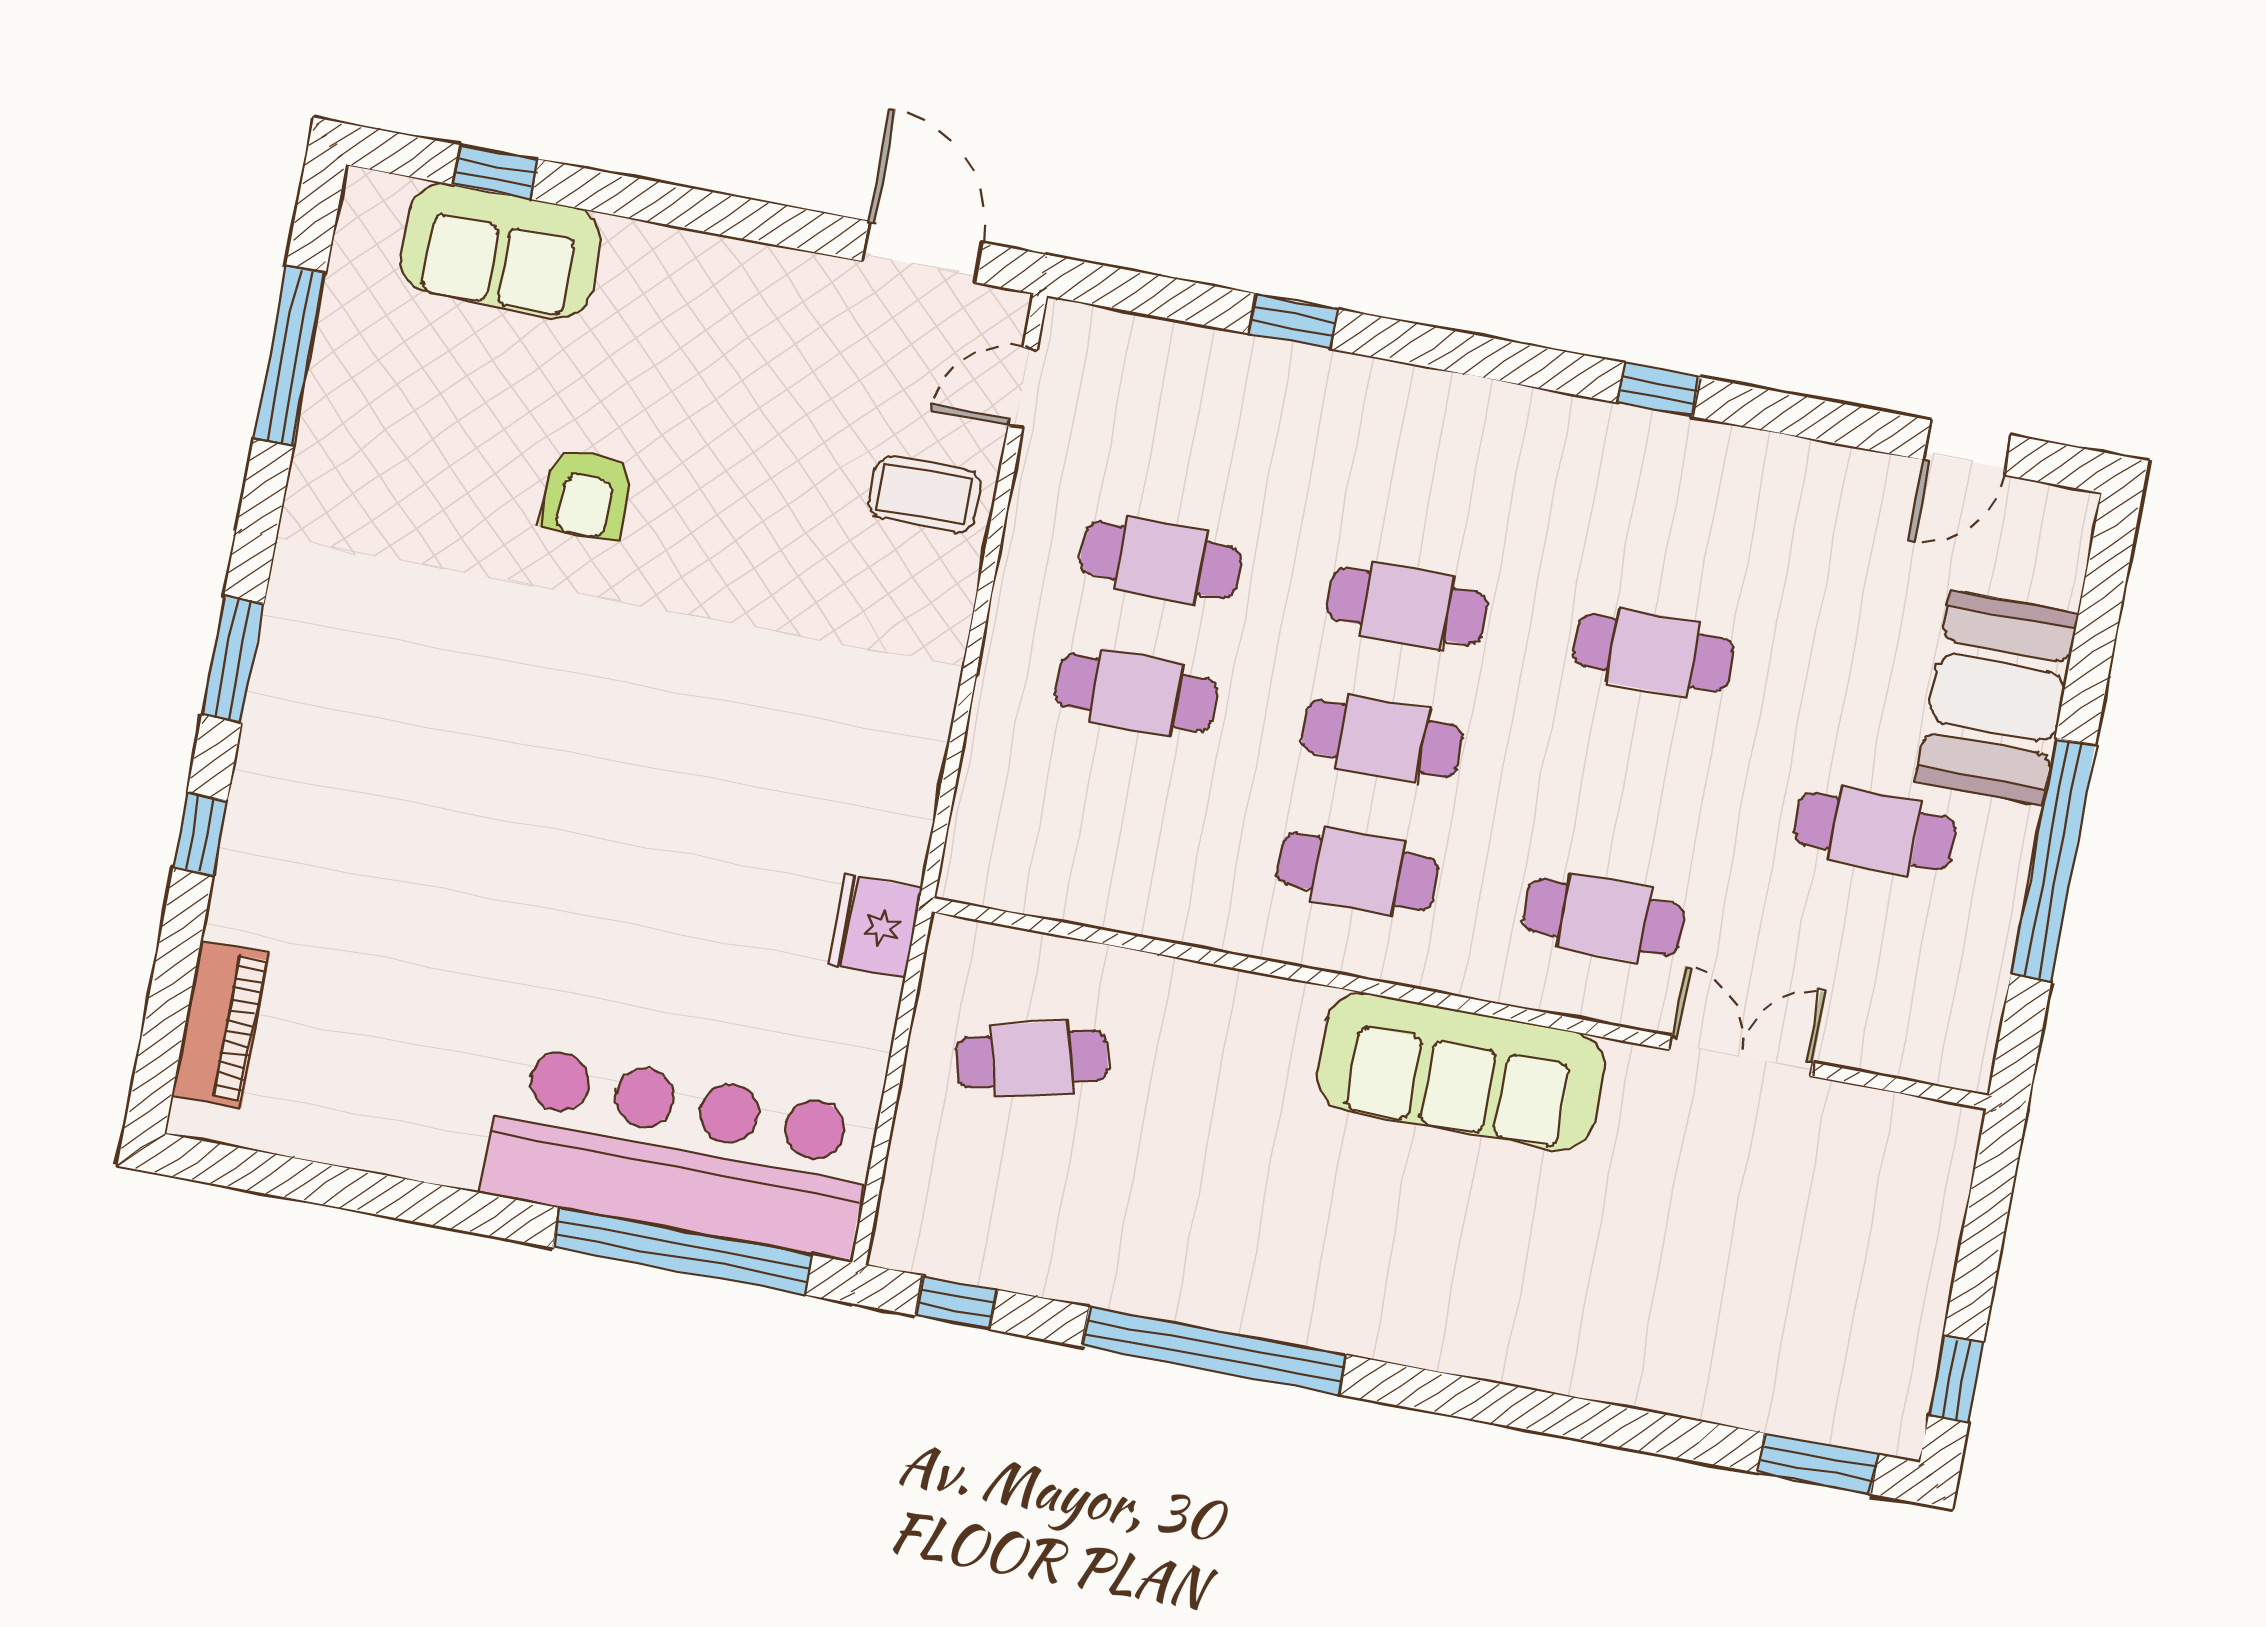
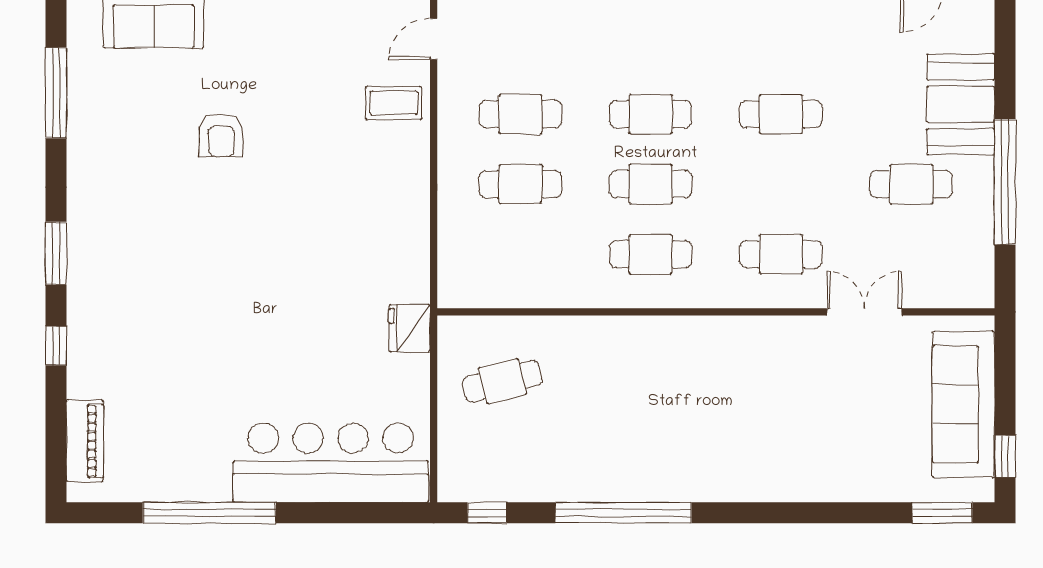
sofa: (1461, 1071) -> (963, 404), moved, turned 90
window: (682, 1251) -> (209, 513), moved

